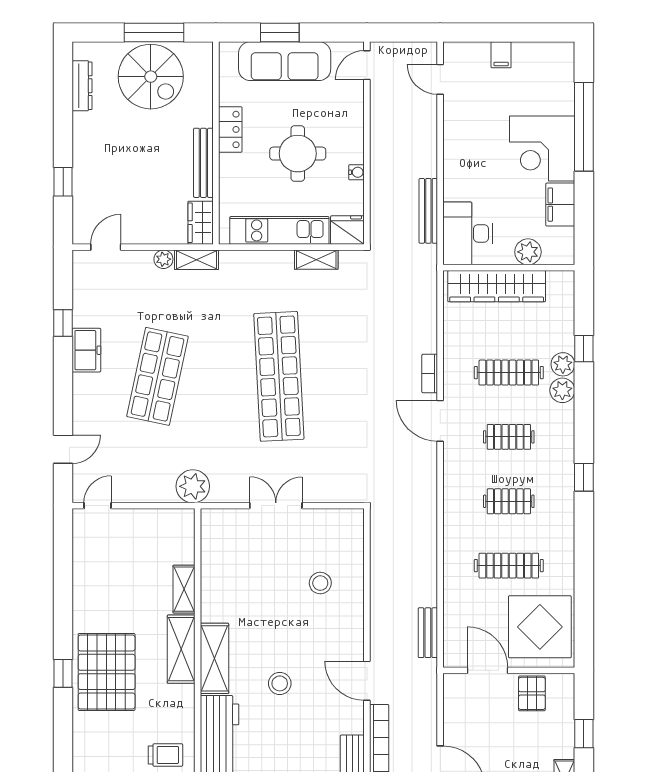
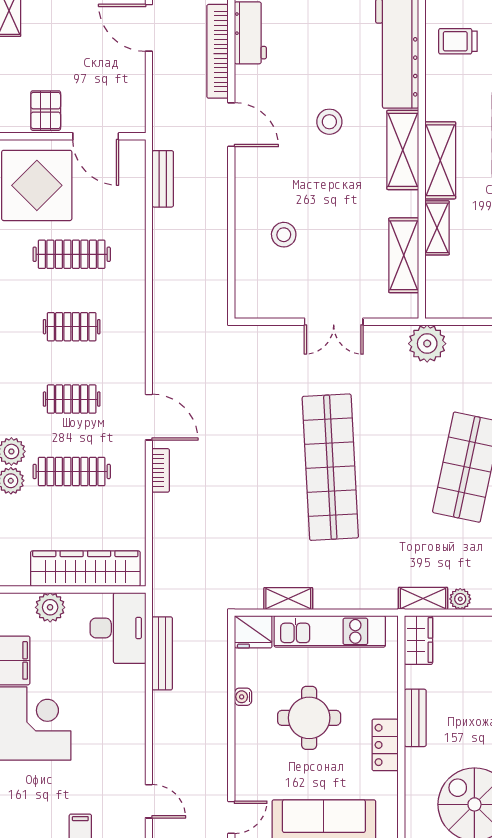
bench: (203, 163) -> (415, 718), width x0.73
shelving: (214, 565) -> (404, 255), added

